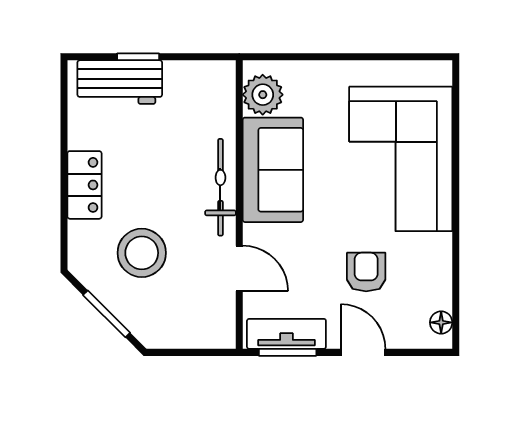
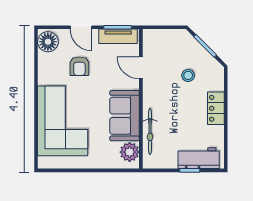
bicycle: (220, 187) -> (150, 131), moved
stool: (142, 253) -> (188, 75), width x0.53, depth x0.53
floor lamp: (441, 322) -> (48, 42), width x1.89, depth x1.89

